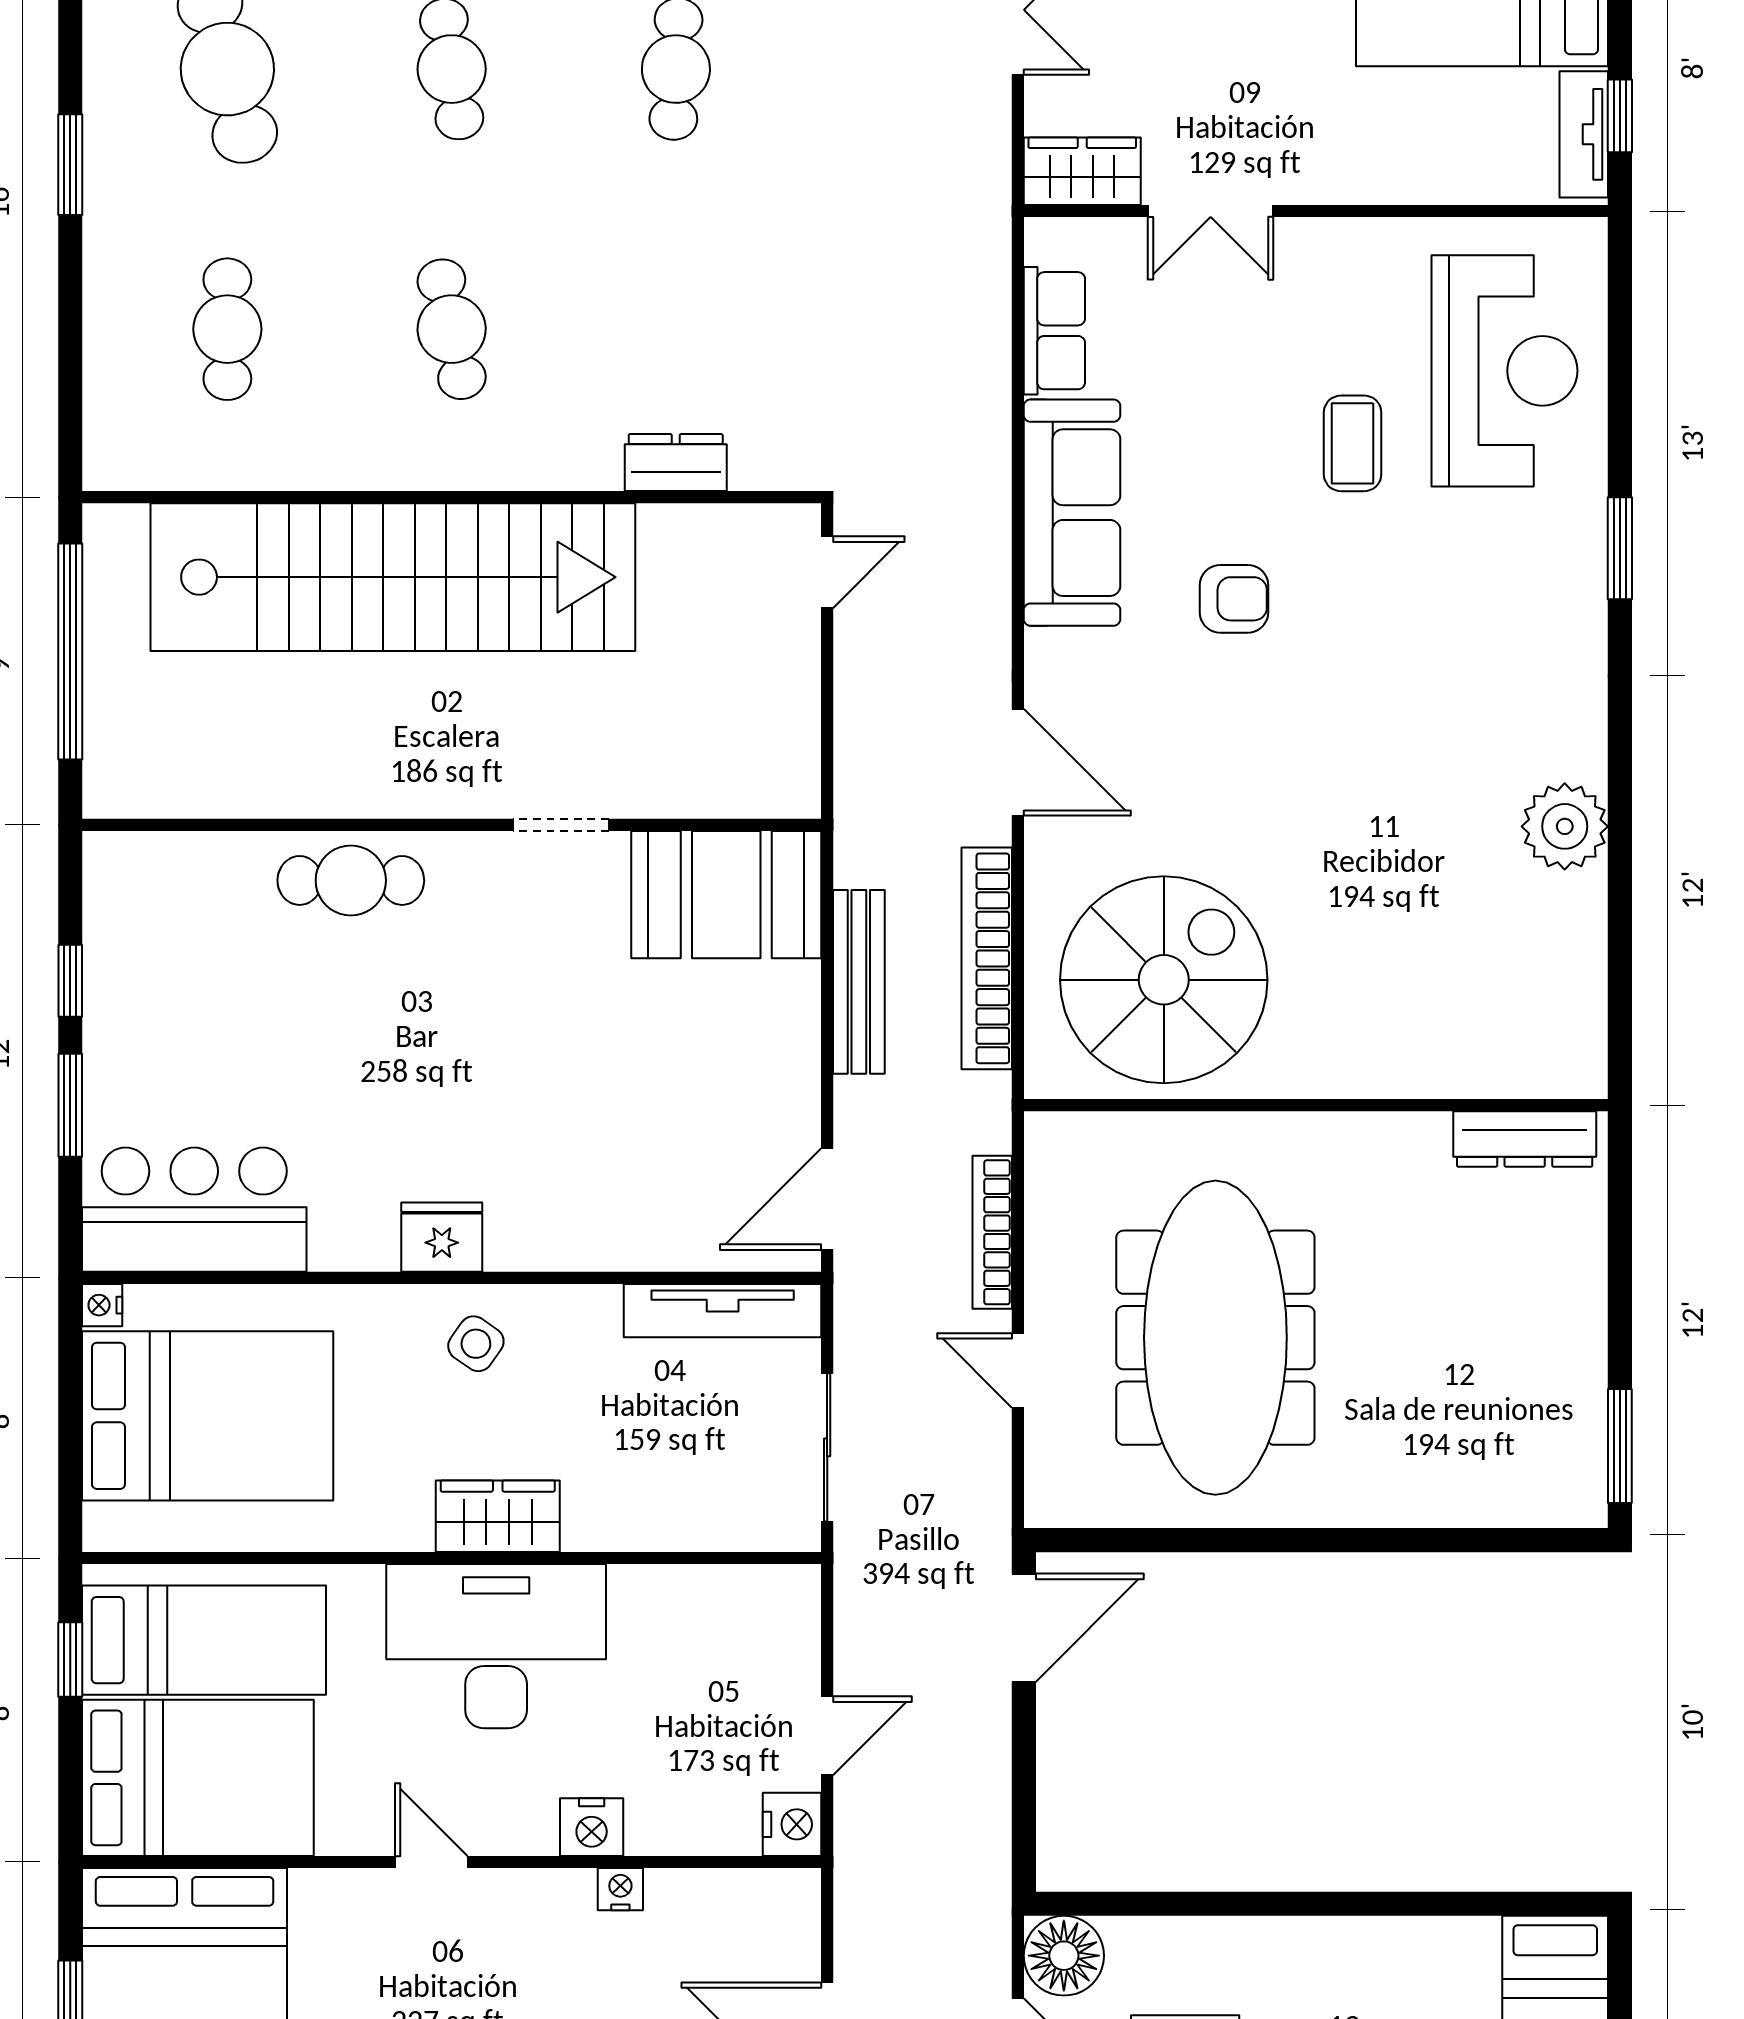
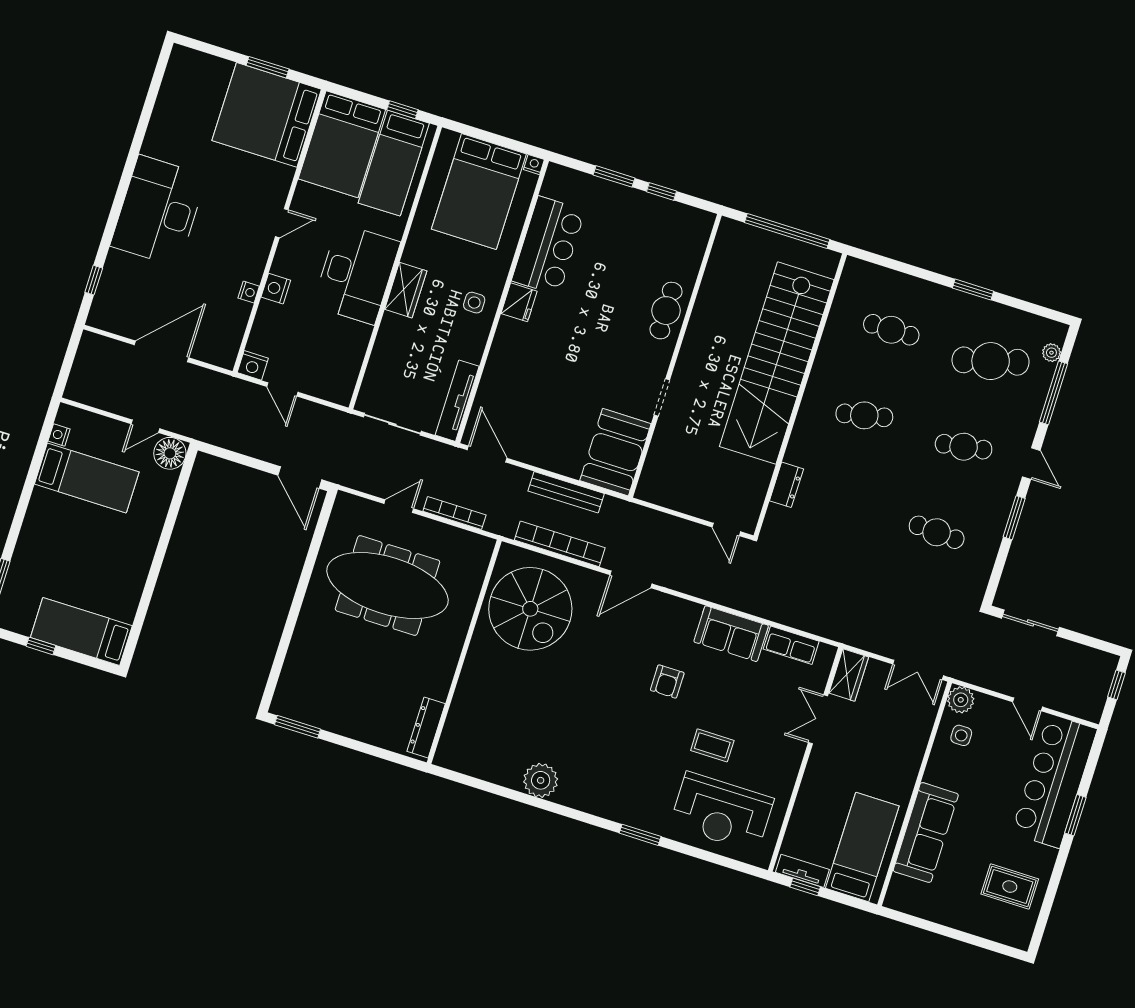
sofa: (1072, 513) -> (731, 634), width x0.73
bar counter: (194, 1210) -> (548, 246), moved
side table: (476, 1344) -> (474, 303), turned -35

